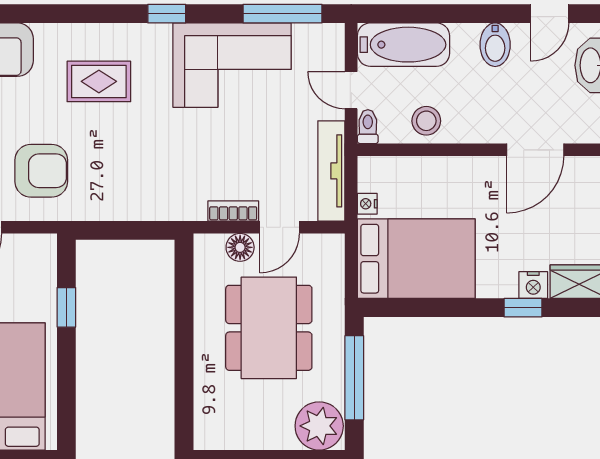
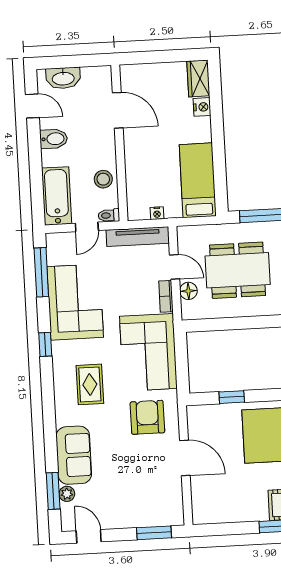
corner sofa: (145, 178) -> (148, 352), added
bed: (416, 259) -> (198, 180), width x0.67
window: (523, 308) -> (216, 113), removed

